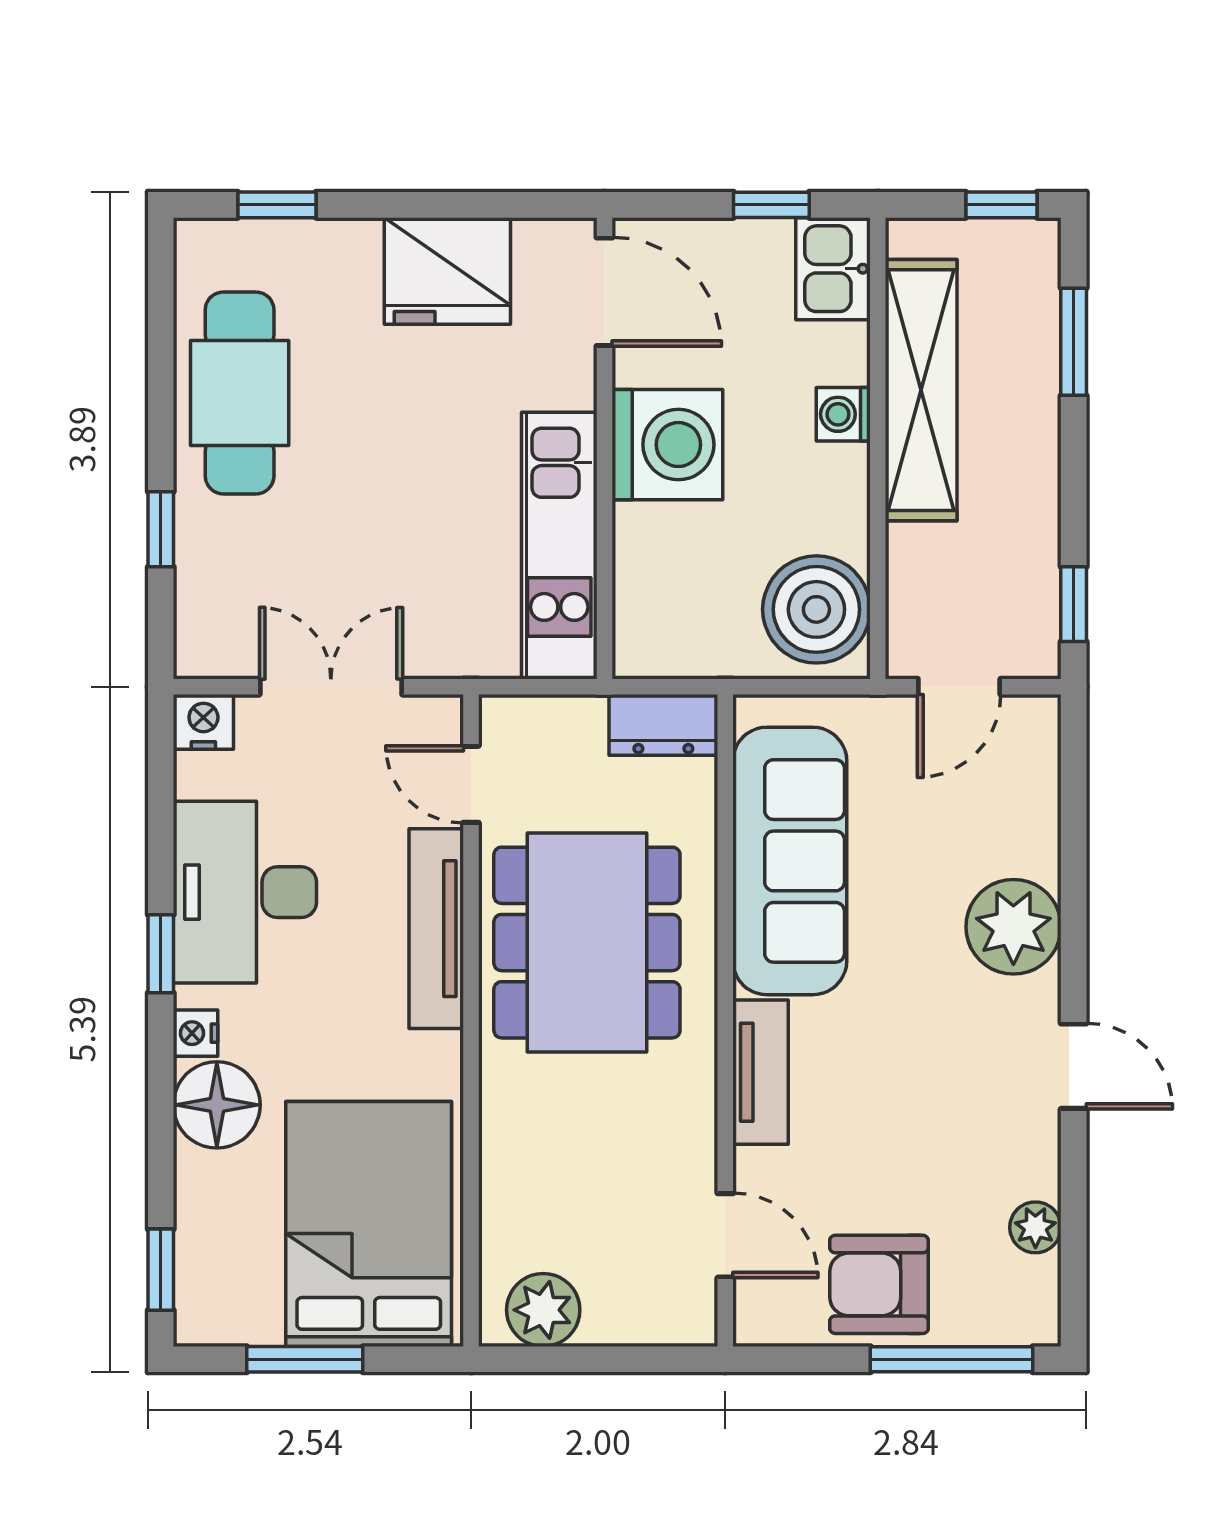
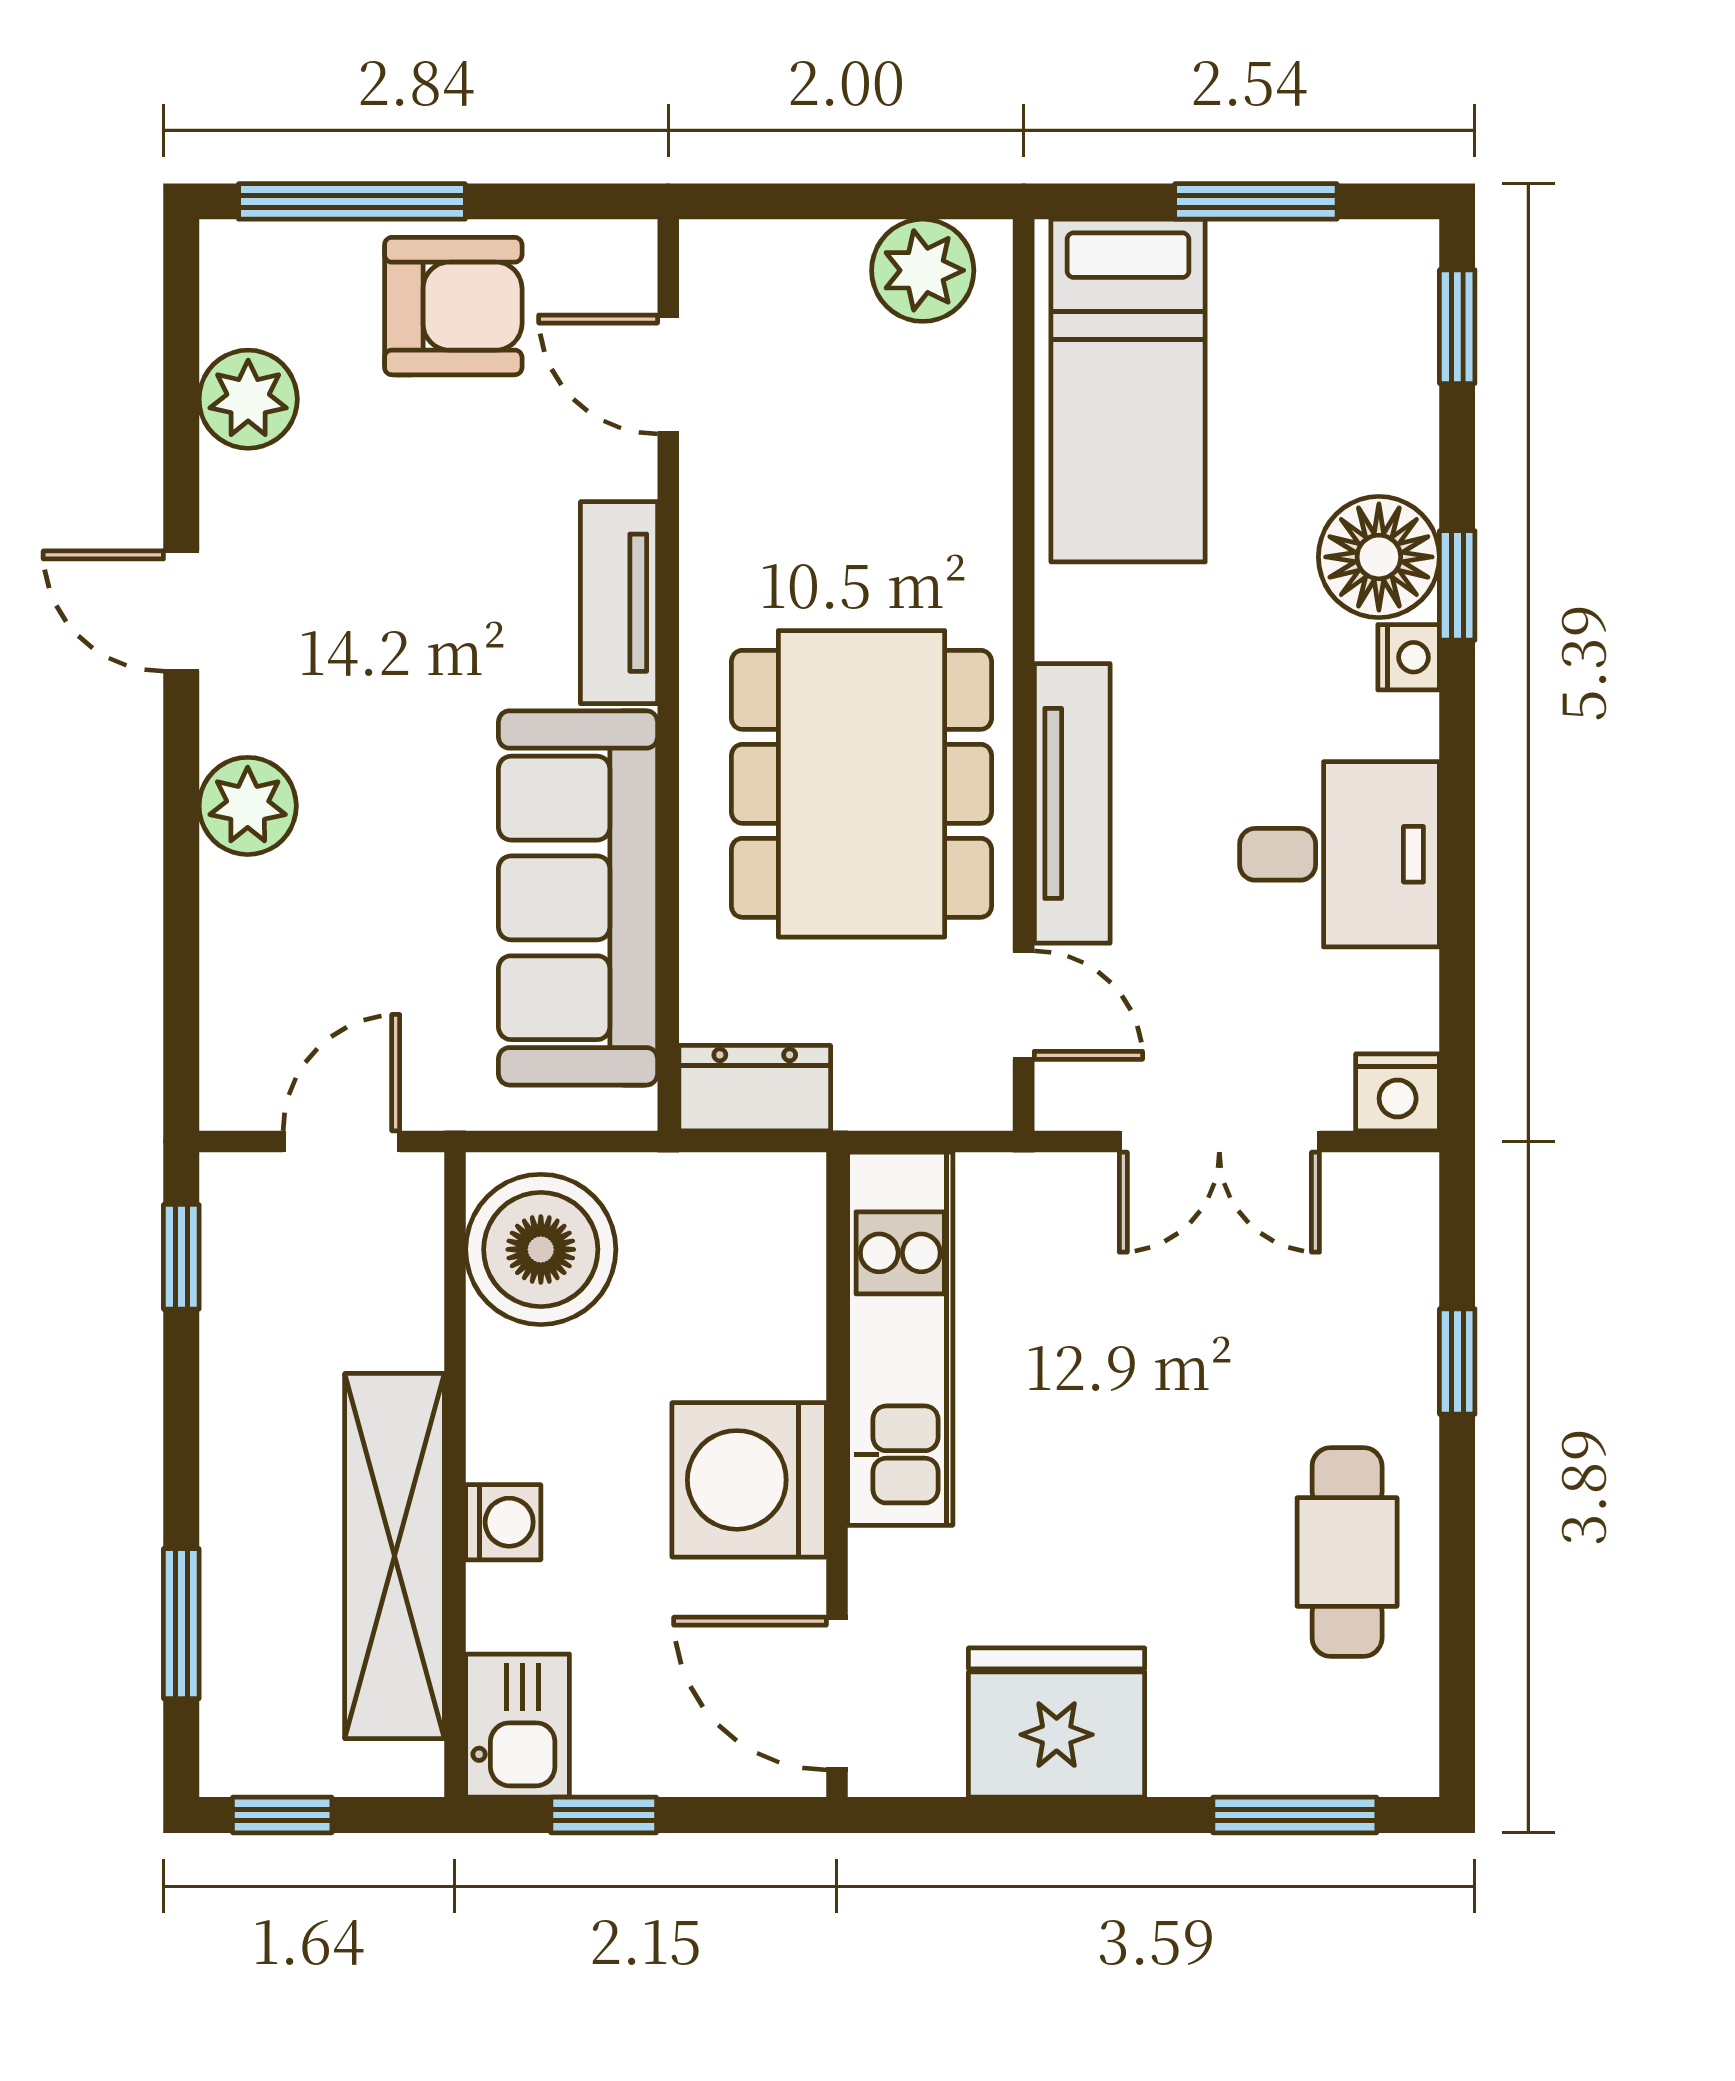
window: (277, 205) -> (1295, 1815), width x1.50
cafe table: (240, 393) -> (1347, 1552), width x0.73, depth x0.74
desk: (245, 892) -> (1340, 854), width x0.73
plant: (1013, 927) -> (248, 806), width x0.73, depth x0.73
window: (161, 954) -> (1457, 585), moved
bed: (369, 1224) -> (1128, 391), width x0.67
plant: (1035, 1227) -> (248, 399), width x1.38, depth x1.38

